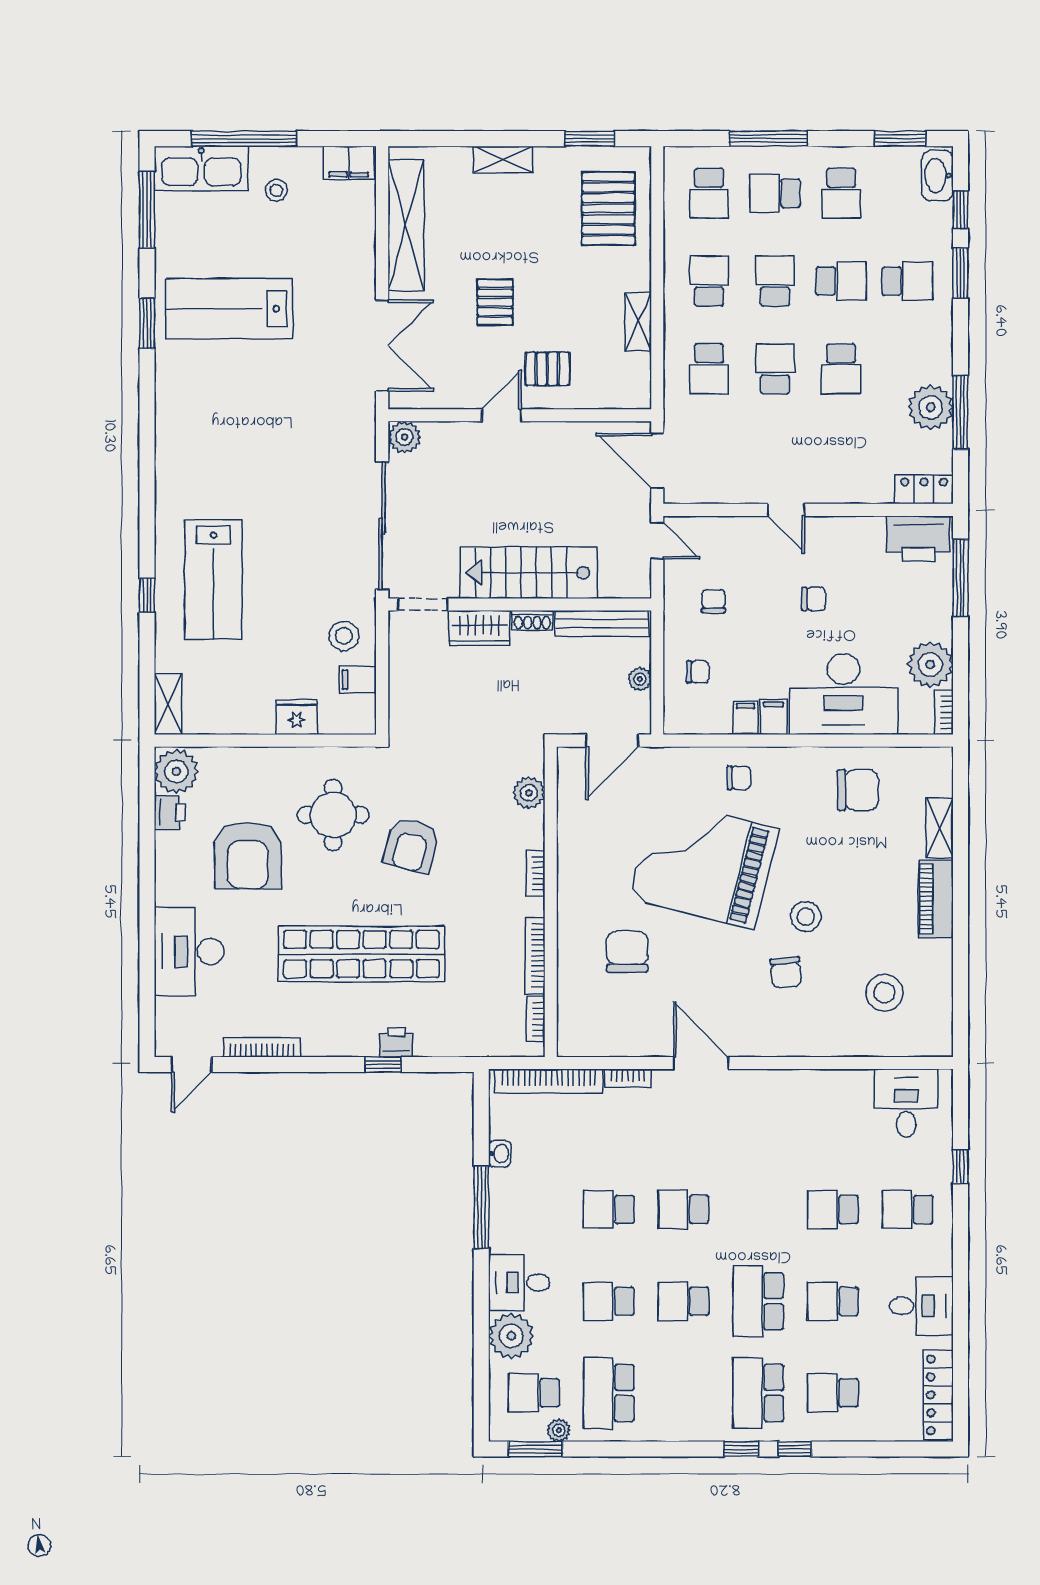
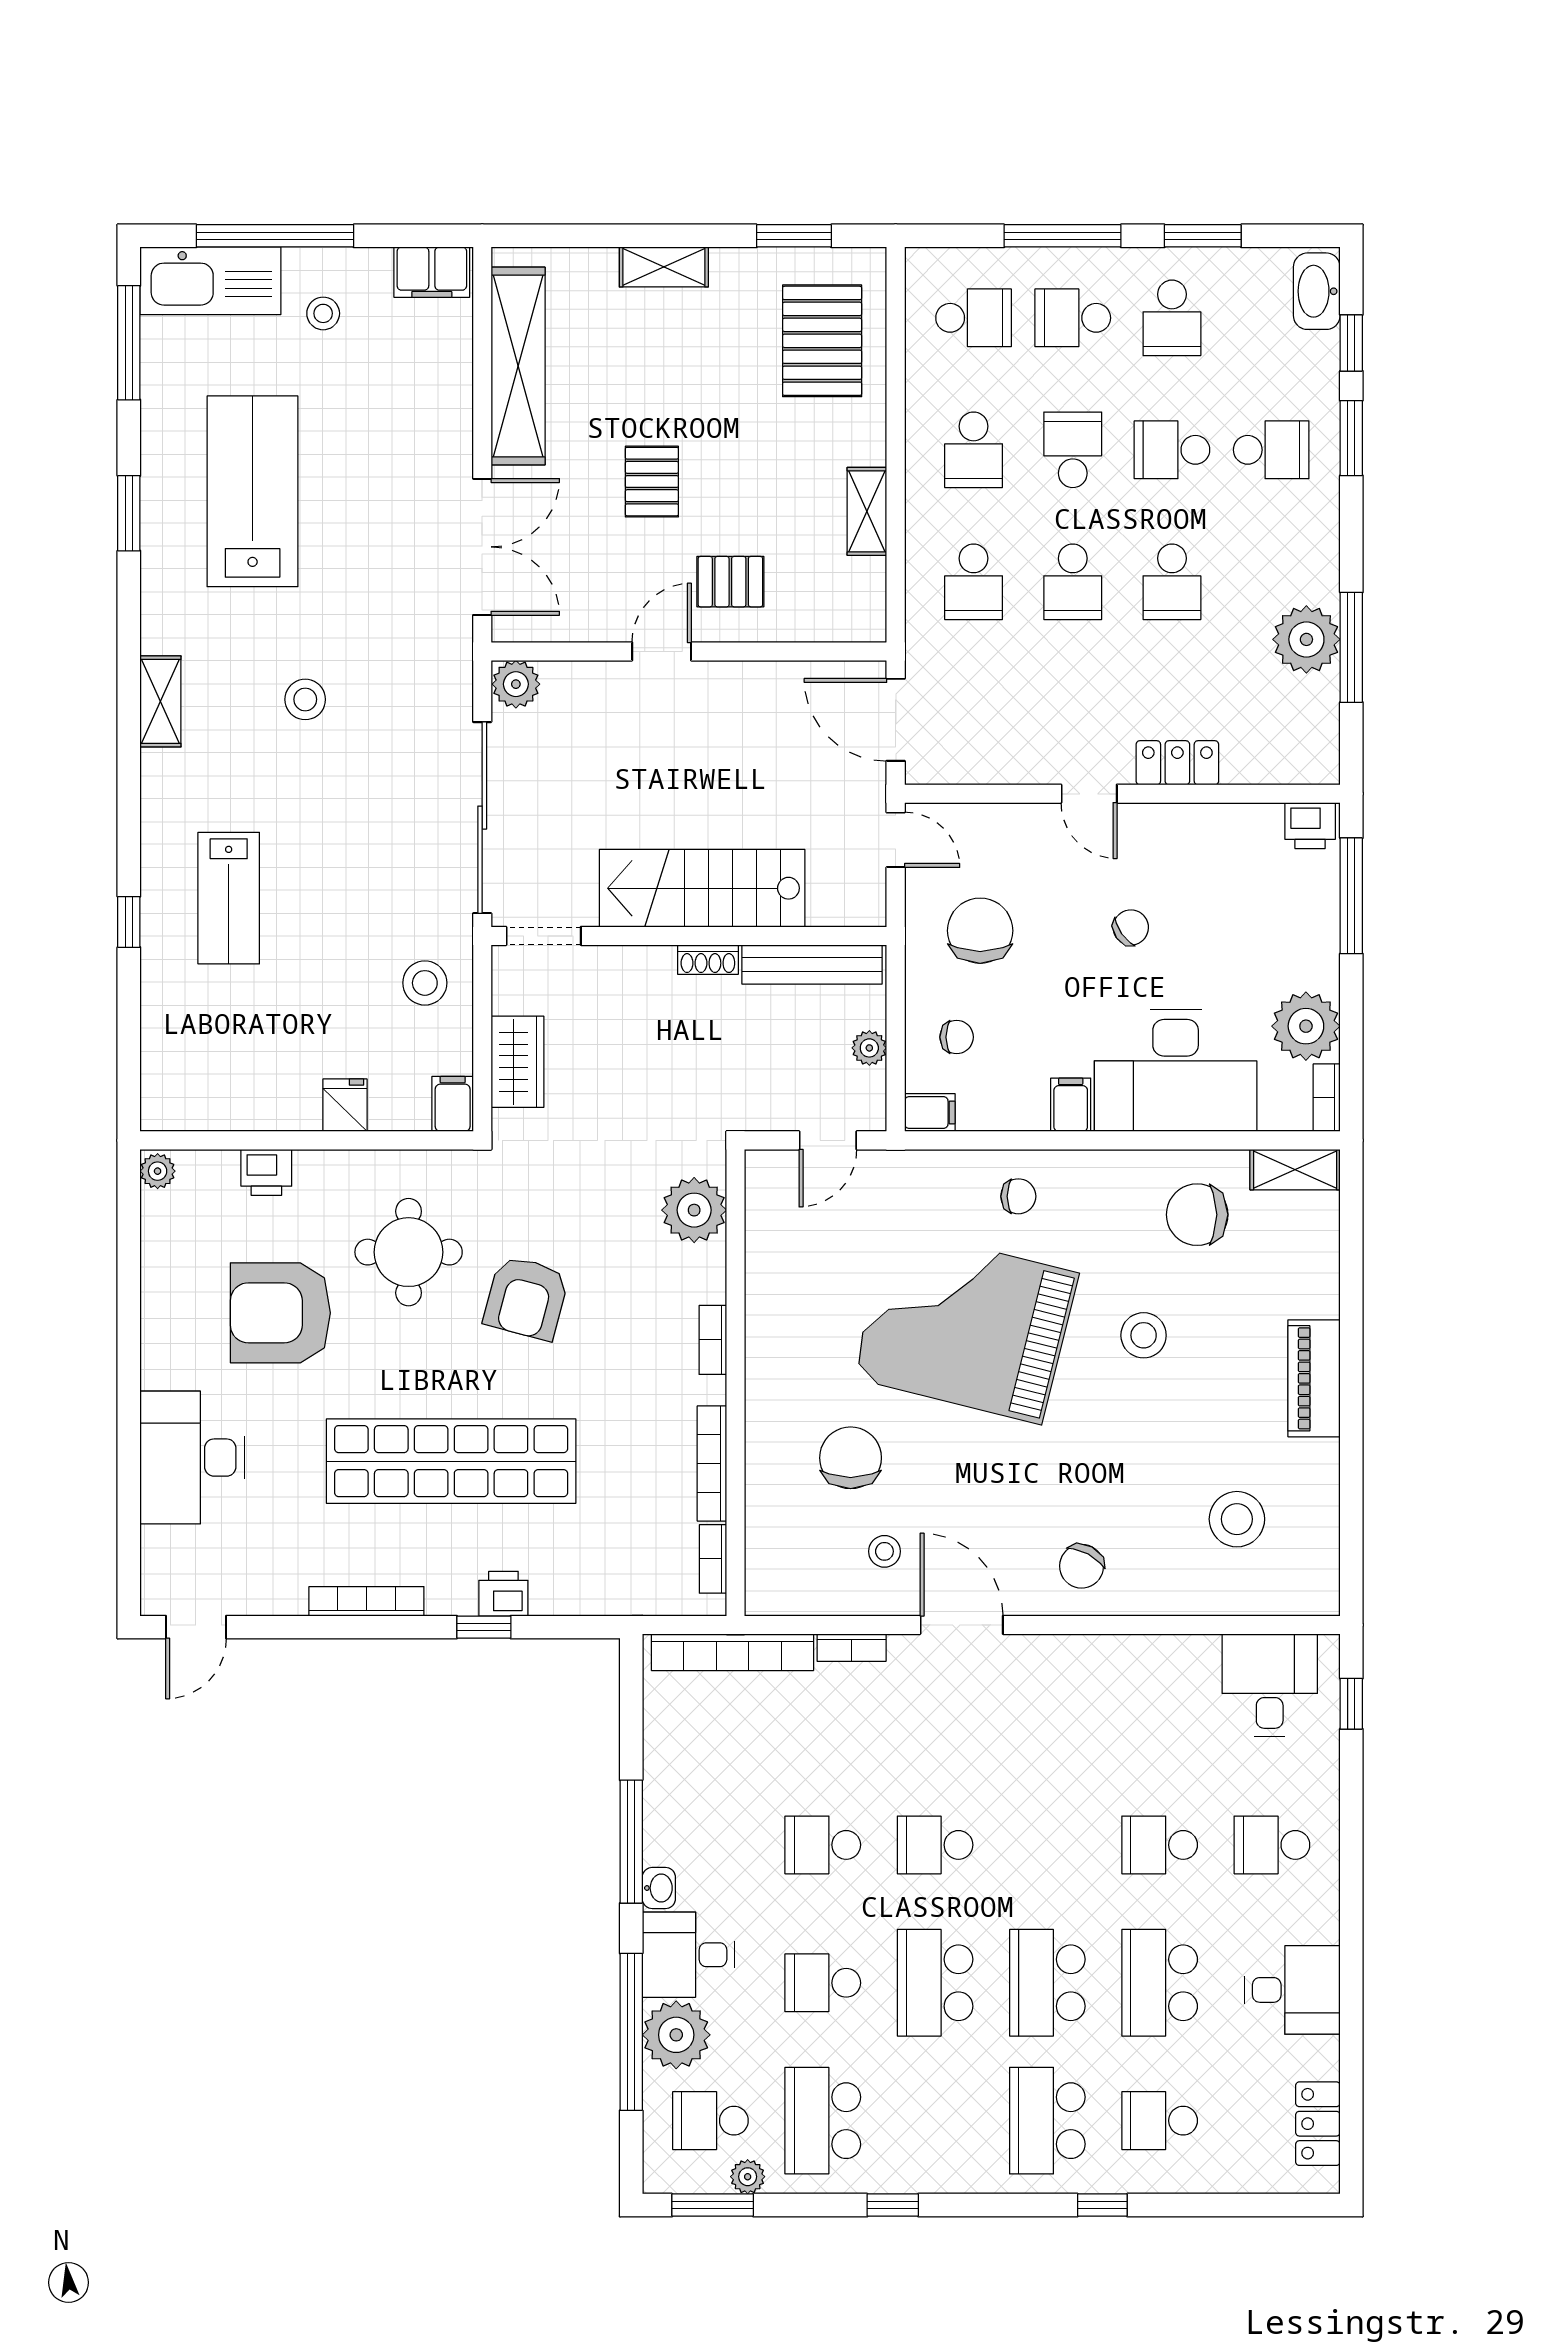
window: (900, 139) -> (1203, 236), moved
school desk: (709, 193) -> (974, 318), turned -90
school desk: (709, 281) -> (974, 450), turned 180
school desk: (841, 281) -> (1172, 450), turned 180
lab bench: (229, 309) -> (253, 491), turned 90
school desk: (775, 369) -> (1073, 582), turned 180
stool: (264, 447) -> (305, 699), added
locker: (924, 489) -> (1177, 763), moved
printer: (918, 538) -> (1310, 826), width x0.53, depth x0.68
lab bench: (213, 579) -> (229, 898), width x0.73, depth x0.72
chair: (814, 599) -> (1131, 927), turned -35
chair: (713, 601) -> (980, 931), width x1.87, depth x1.87
wardrobe: (479, 628) -> (518, 1062), moved, turned -90
filing cabinet: (358, 680) -> (453, 1104), moved, turned 90
shelving: (168, 704) -> (160, 701), moved
fridge: (296, 717) -> (345, 1105), width x0.72
filing cabinet: (745, 718) -> (930, 1113), moved, turned 90
door: (612, 741) -> (828, 1140), width x0.73
plant: (176, 771) -> (158, 1171), width x0.53, depth x0.53
chair: (858, 790) -> (1197, 1215), turned 180
plant: (529, 793) -> (694, 1210), width x1.36, depth x1.36
printer: (170, 813) -> (266, 1172), moved, turned 90
shelving: (940, 828) -> (1295, 1170), moved, turned 90
armchair: (248, 855) -> (280, 1313), turned 90
stool: (806, 917) -> (1144, 1335), moved
chair: (786, 972) -> (1082, 1566), moved, turned 34
stool: (650, 1014) -> (884, 1551), added
bookcase: (262, 1047) -> (366, 1601), moved
washbasin: (500, 1154) -> (659, 1888), moved
window: (960, 1166) -> (1351, 1704), moved
school desk: (683, 1301) -> (935, 1983), width x1.85
school desk: (833, 1301) -> (1160, 1983), width x1.85
window: (481, 1334) -> (631, 2032), added
locker: (938, 1395) -> (1318, 2124), width x0.66
window: (741, 1449) -> (893, 2205), moved

